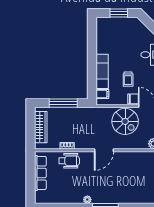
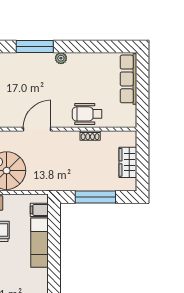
wardrobe: (41, 127) -> (128, 162), width x0.67
row of seats: (40, 173) -> (128, 79), moved

